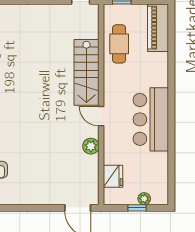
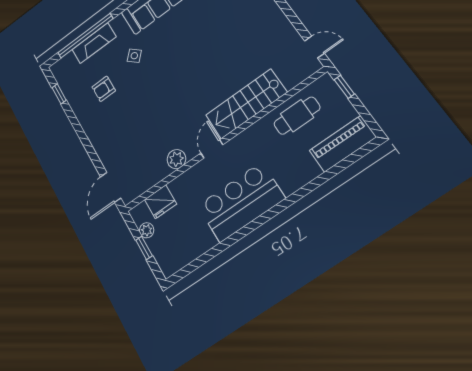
plant: (144, 199) -> (147, 230), moved

